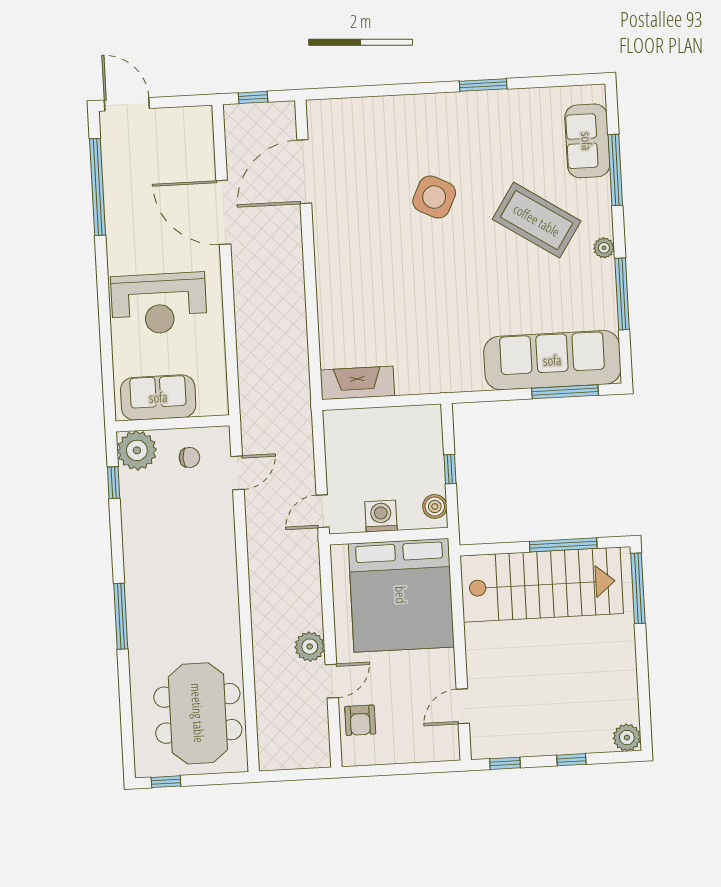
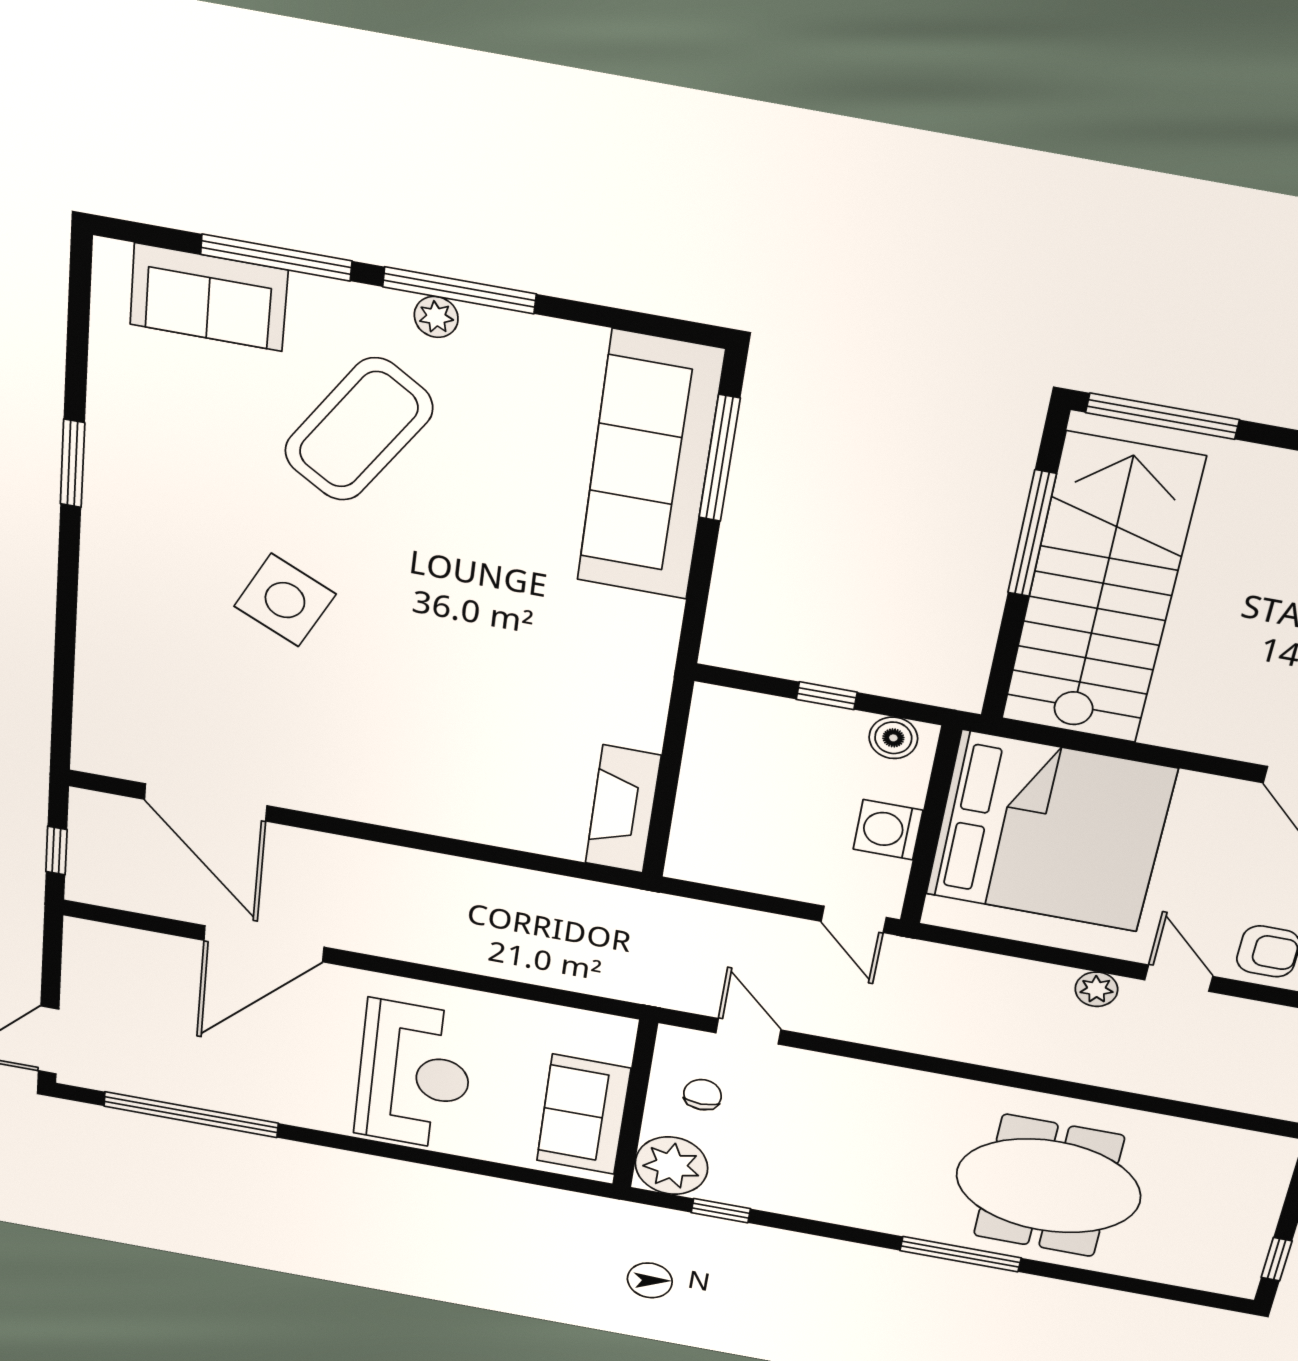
window: (622, 294) -> (459, 290), moved
plant: (310, 647) -> (1096, 989), width x0.73, depth x0.73
meeting table: (198, 713) -> (1048, 1186), moved

